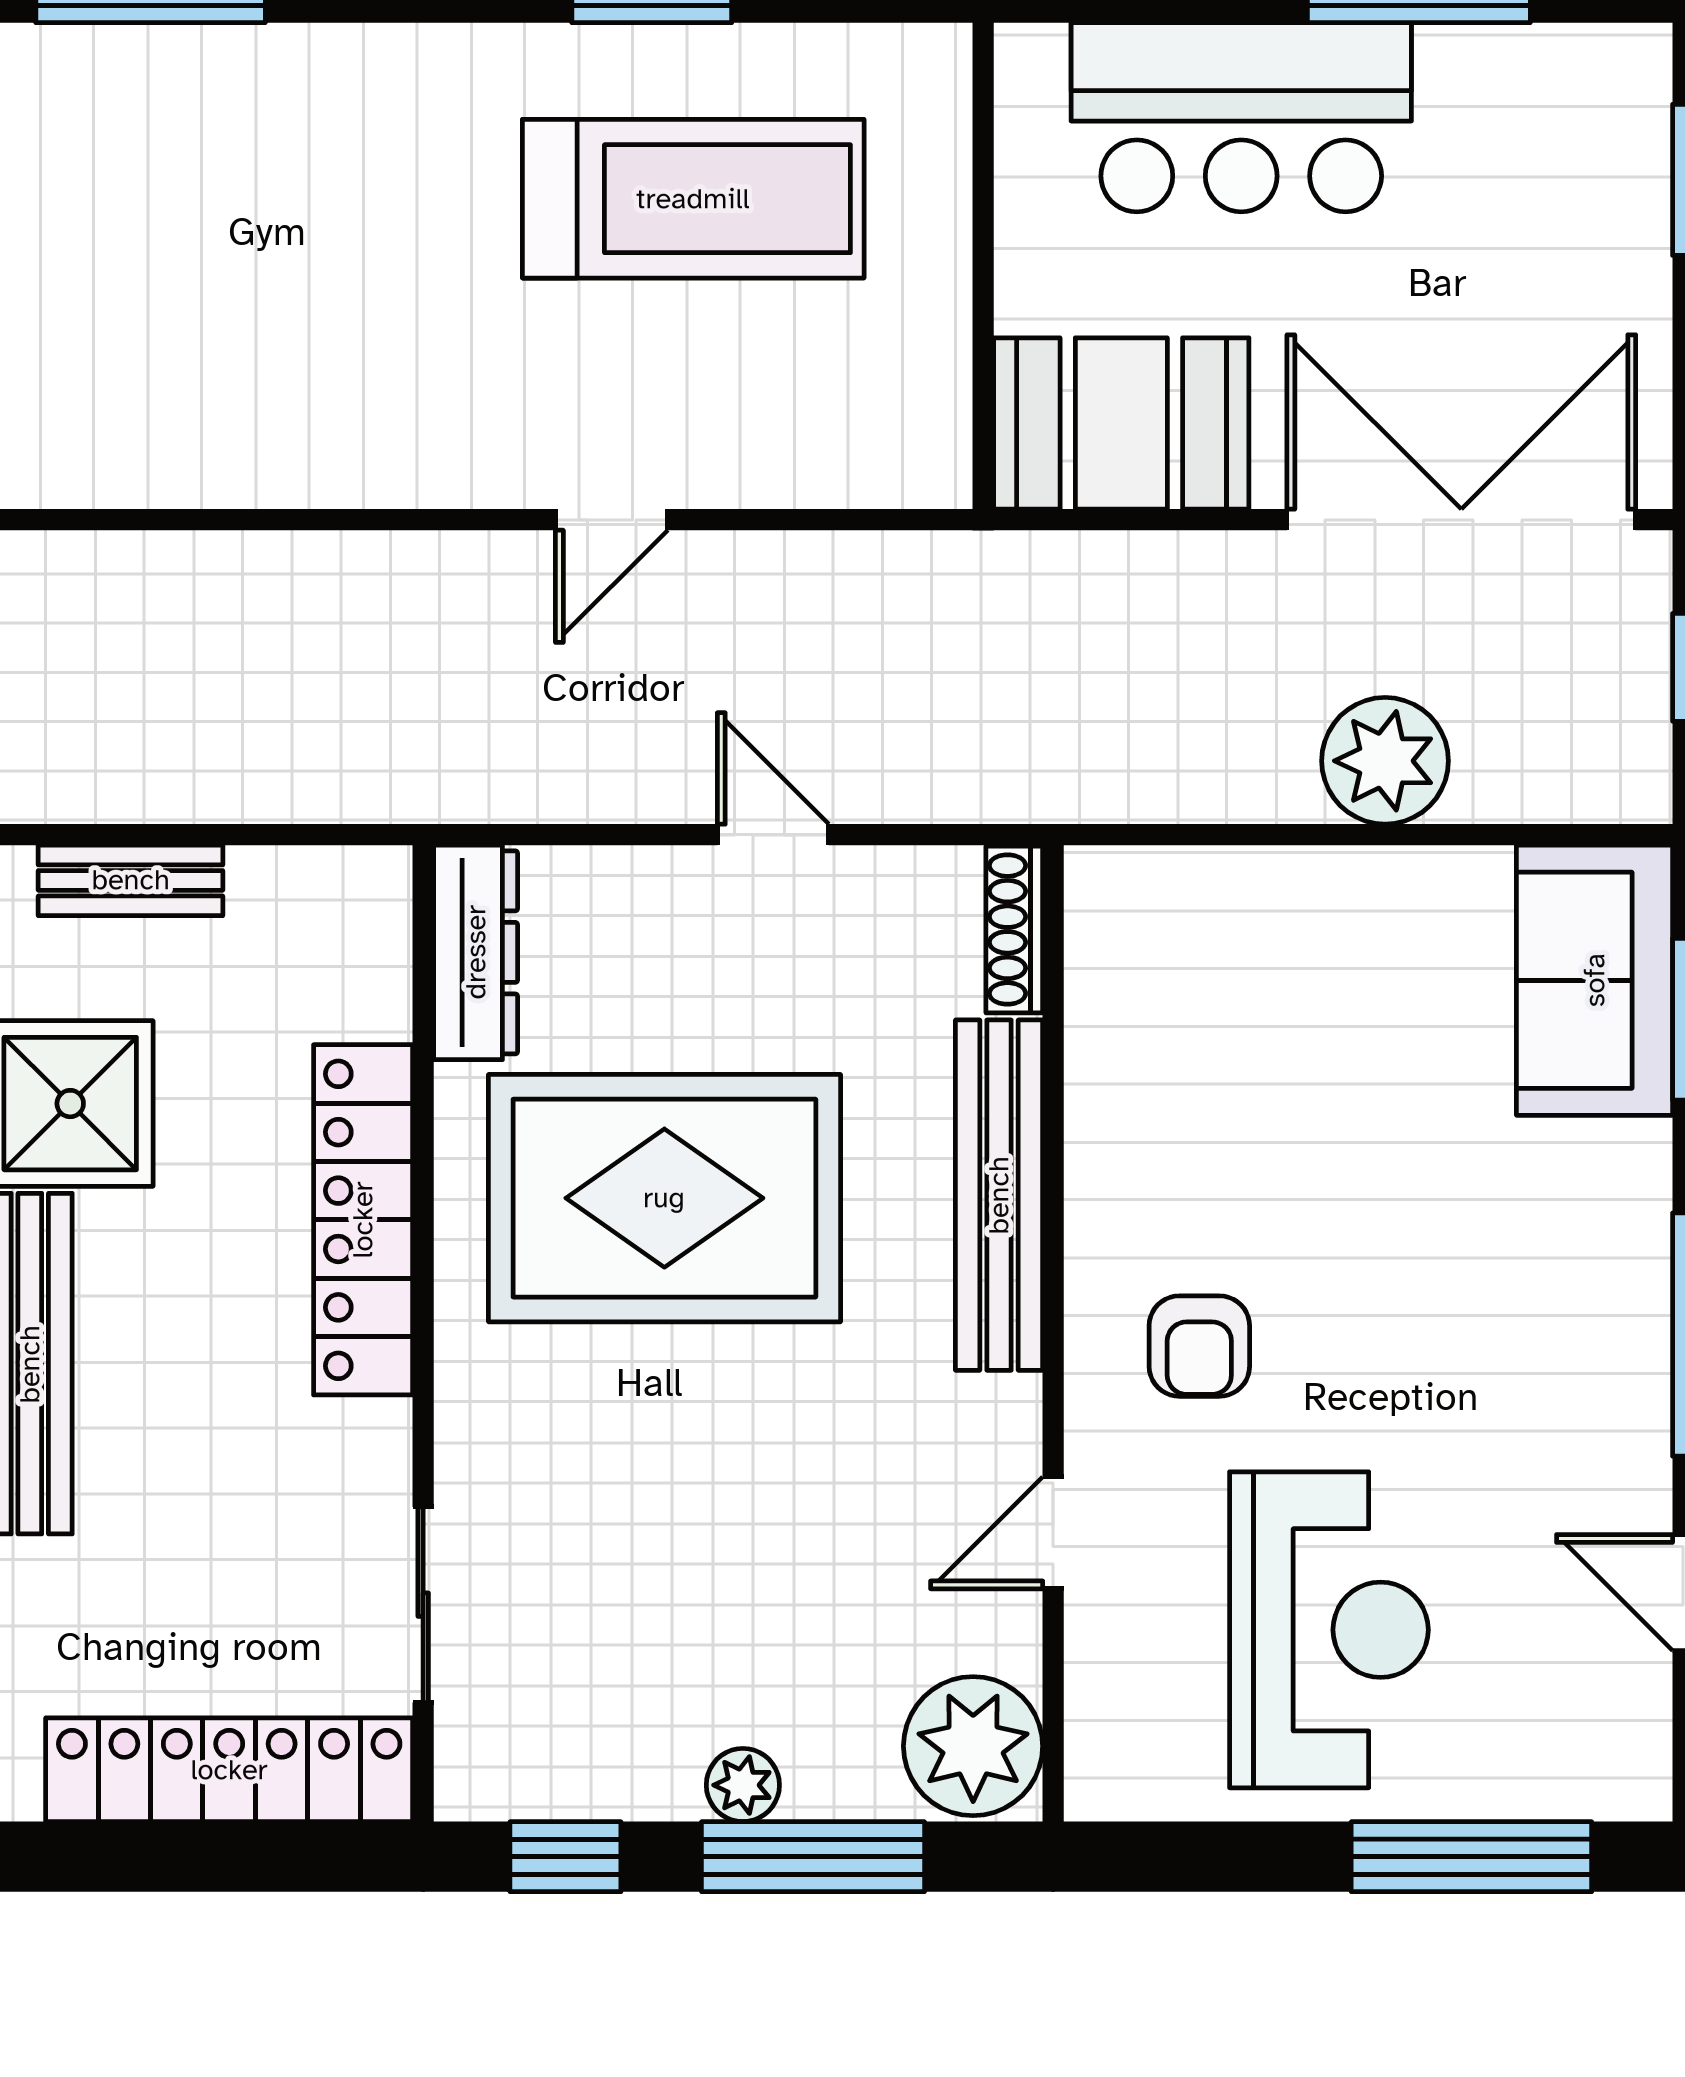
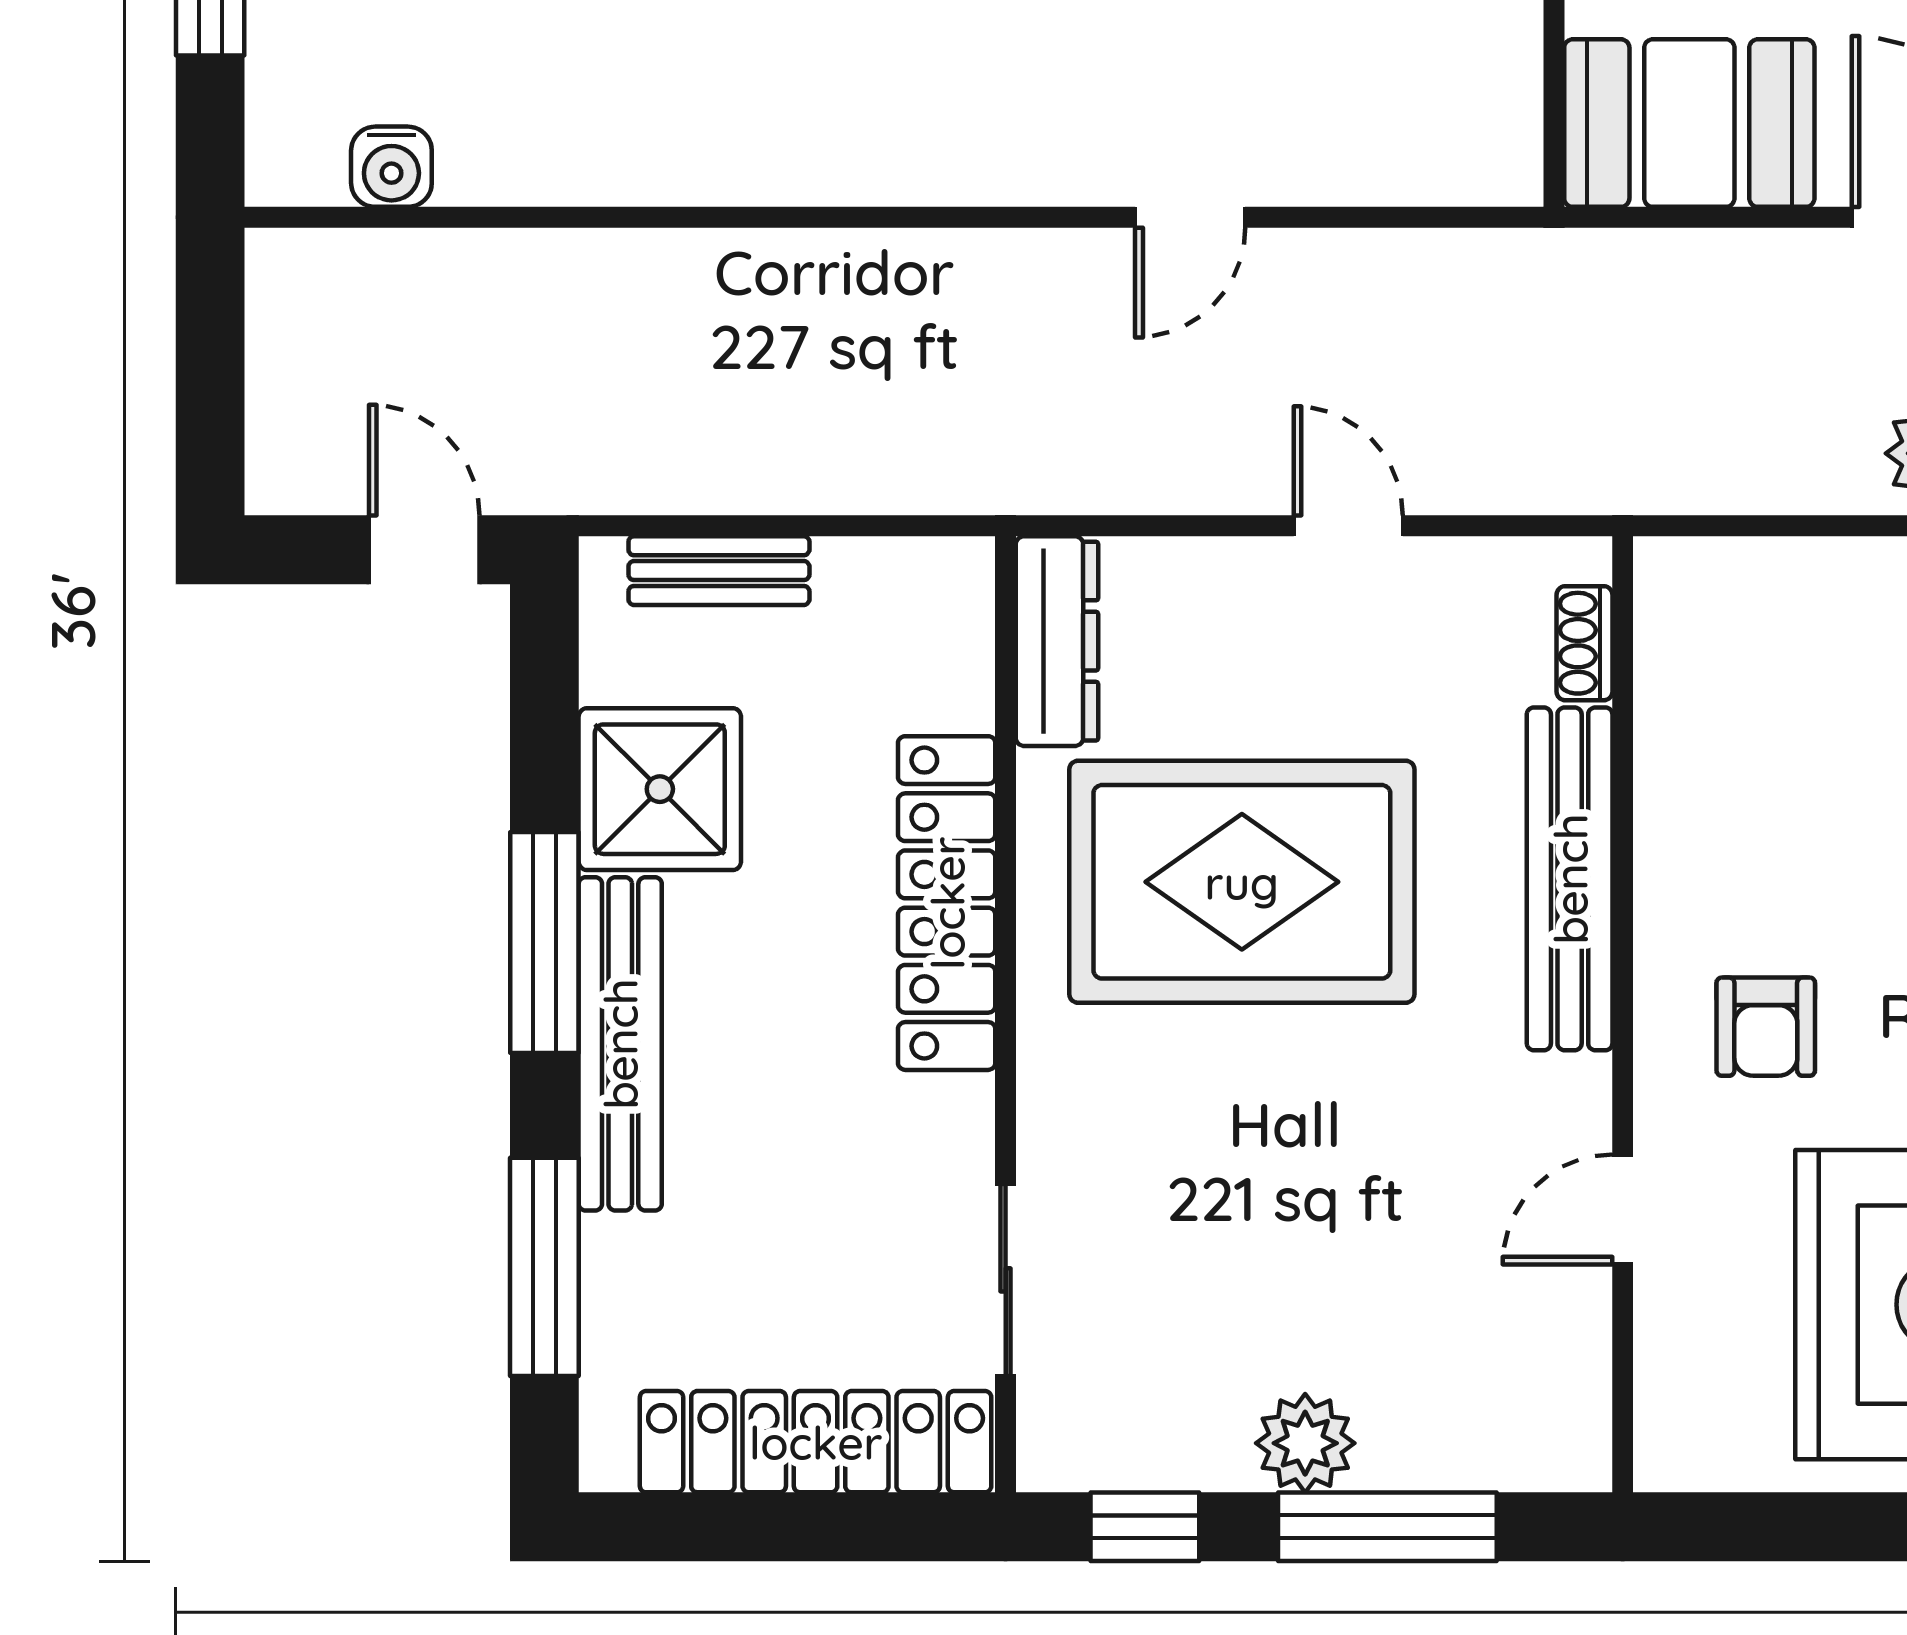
shoe rack: (1014, 930) -> (1584, 643), width x0.70
plant: (973, 1746) -> (1544, 1419), removed
plant: (743, 1785) -> (1305, 1443), width x1.38, depth x1.38

